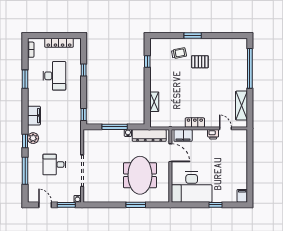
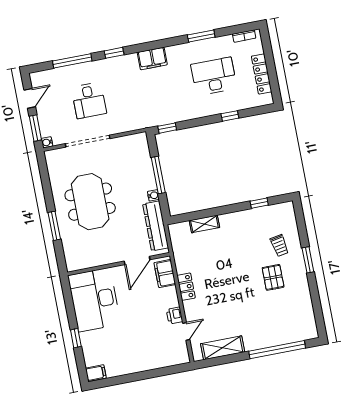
desk: (54, 76) -> (214, 76), turned 180
plant: (33, 138) -> (120, 63), removed
desk: (54, 165) -> (89, 100), turned 180
meeting table: (140, 175) -> (90, 202), moved, turned 90

